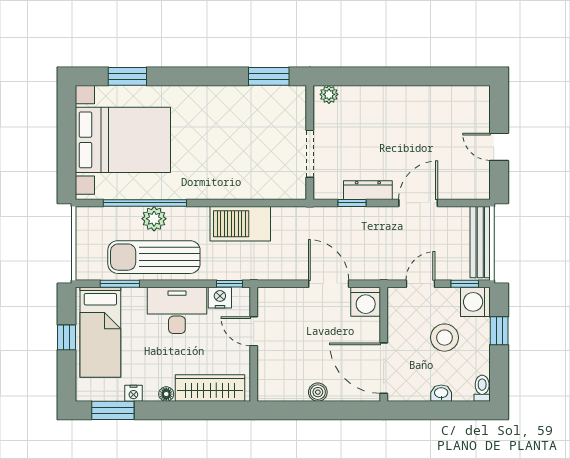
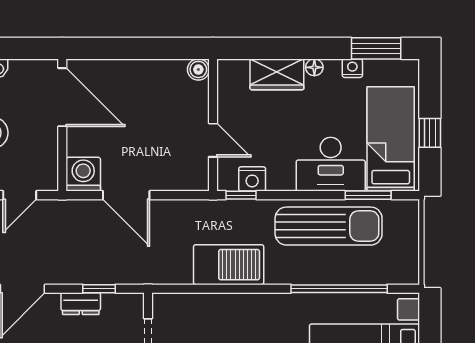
dresser: (368, 190) -> (81, 304), width x0.70
plant: (154, 219) -> (329, 270), removed
desk: (177, 310) -> (331, 164), moved
wardrobe: (210, 388) -> (277, 74), width x0.67
boiler: (318, 392) -> (198, 69), moved

